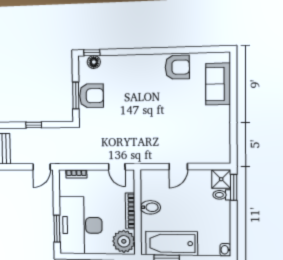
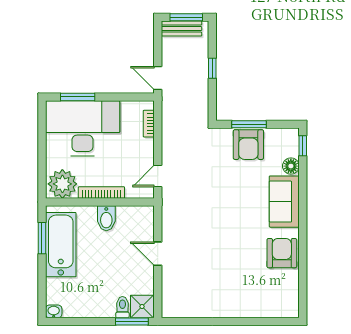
floor lamp: (94, 62) -> (291, 166), moved
armchair: (177, 67) -> (282, 253), turned 180
sofa: (218, 84) -> (284, 202), moved, turned -90

